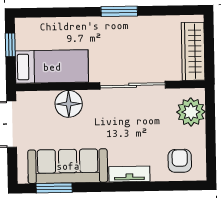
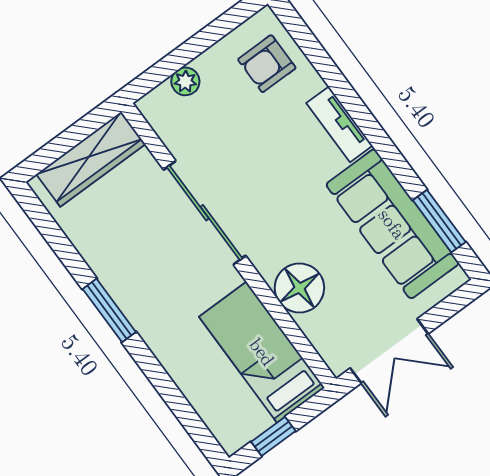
plant: (191, 112) -> (185, 81), width x0.53, depth x0.53

